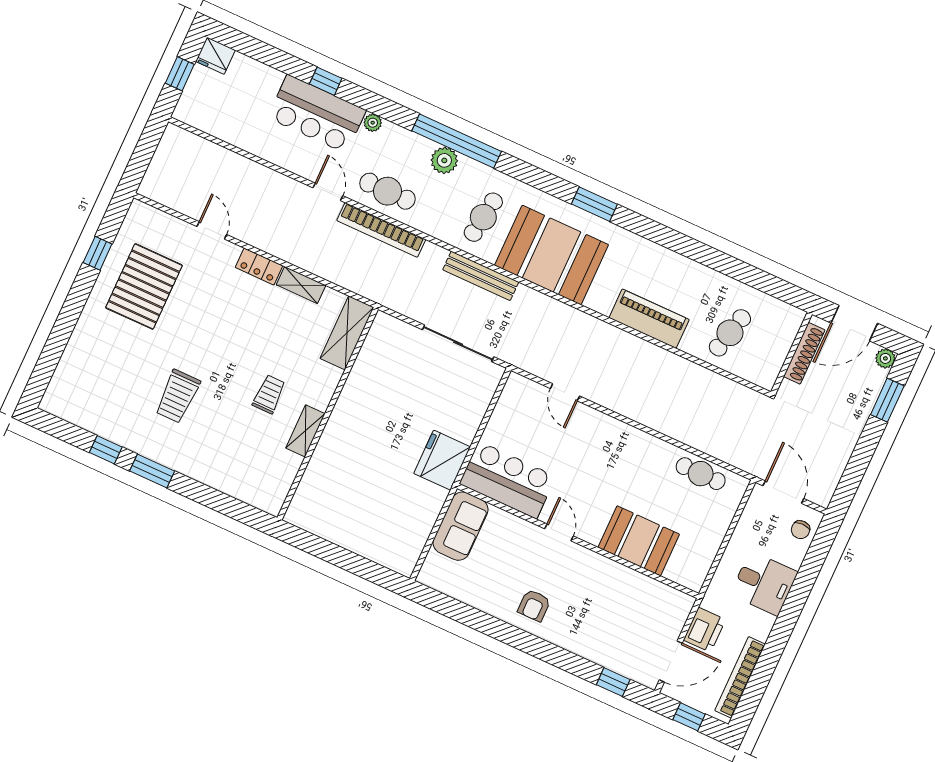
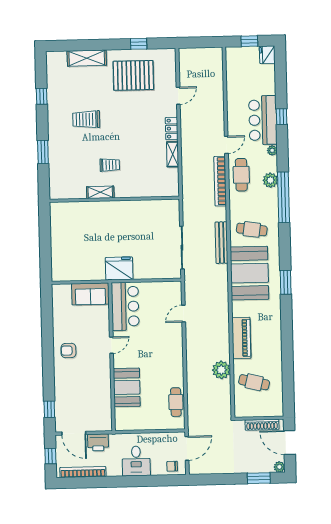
plant: (444, 160) -> (270, 180), moved
shelving: (347, 333) -> (87, 58), moved
plant: (685, 376) -> (221, 370), added
window: (152, 471) -> (43, 152), moved

